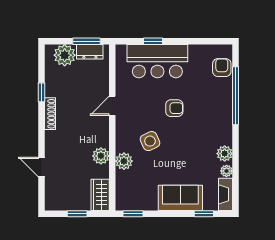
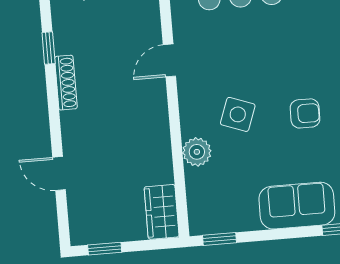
armchair: (174, 108) -> (305, 113), moved
side table: (150, 141) -> (238, 114), turned 45
plant: (101, 156) -> (157, 146), removed
window: (77, 214) -> (105, 249), moved

